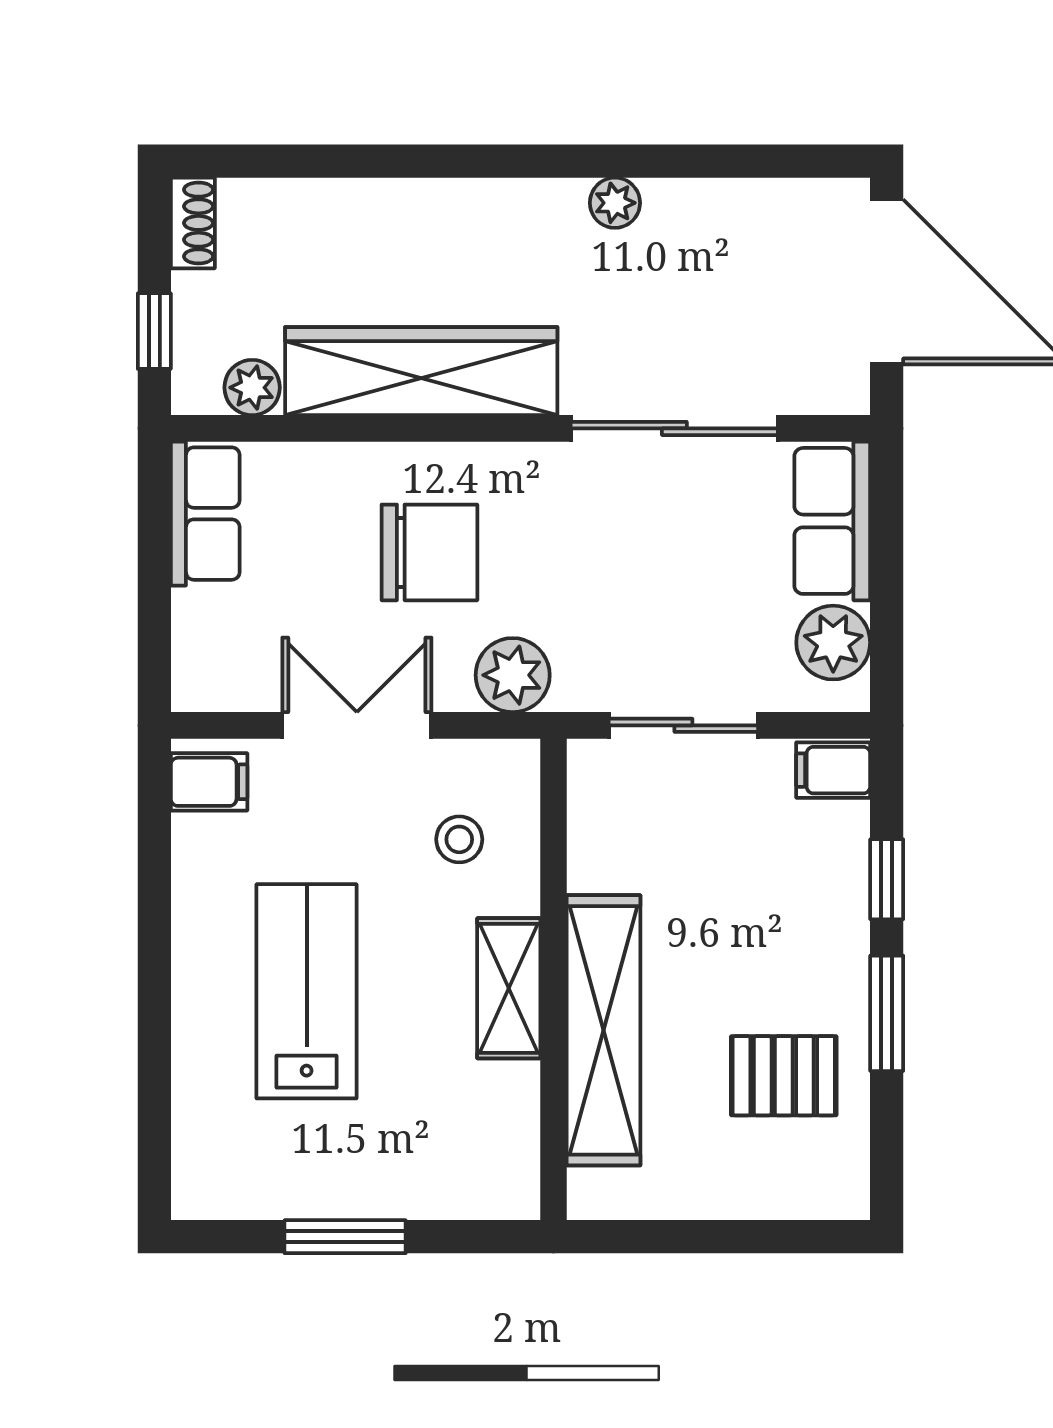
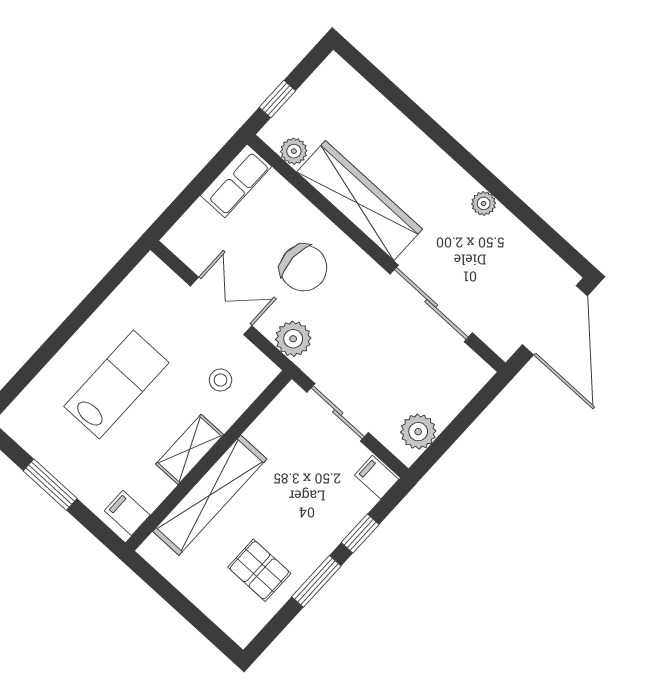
shoe rack: (193, 223) -> (326, 73), removed
row of seats: (832, 521) -> (457, 388), removed
filing cabinet: (209, 782) -> (127, 513), moved, turned 180

